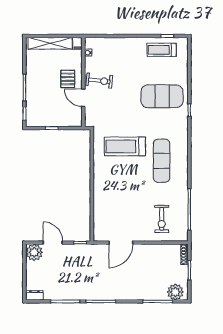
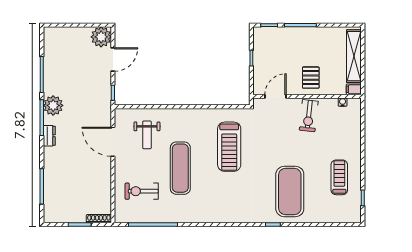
treadmill: (162, 50) -> (339, 177), moved
pallet: (68, 79) -> (311, 78), turned 90
door: (83, 98) -> (275, 96), moved
treadmill: (125, 146) -> (229, 147), turned 180
exercise mat: (162, 161) -> (180, 168), moved, turned 90
weight bench: (115, 214) -> (147, 135), added
plant: (175, 292) -> (53, 105), moved
dresser: (34, 295) -> (49, 136), moved

